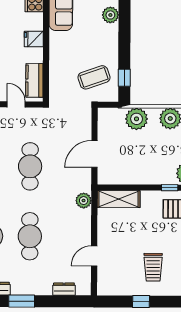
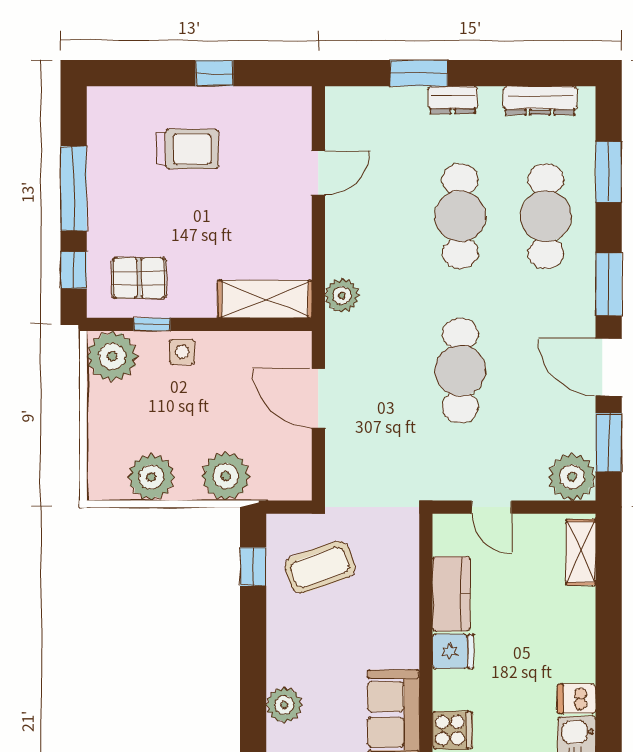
kitchen counter: (34, 80) -> (451, 594), moved
door: (94, 154) -> (318, 398), swing flipped
side table: (156, 175) -> (182, 352), added
trolley: (153, 267) -> (188, 149), turned 90
dresser: (64, 289) -> (453, 100), moved
window: (22, 301) -> (419, 73), moved

